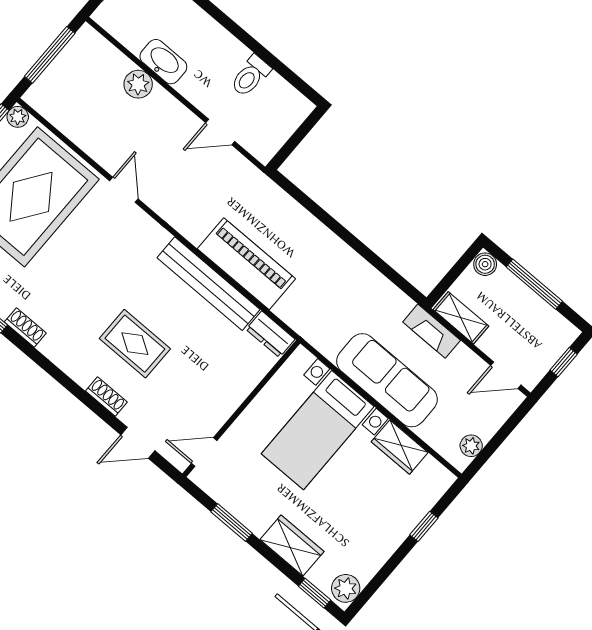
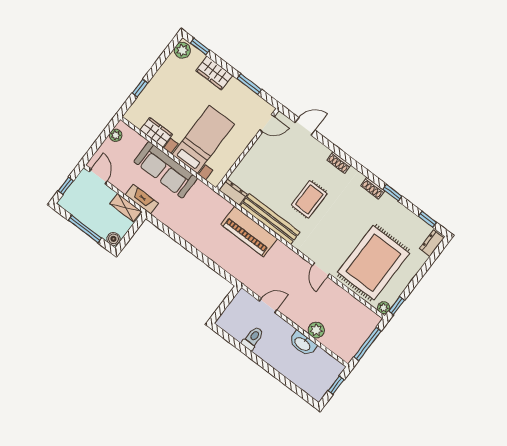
rug: (135, 344) -> (309, 199), moved, turned 90
door: (506, 375) -> (98, 176), hinge flipped
shoe rack: (106, 396) -> (339, 163), moved

